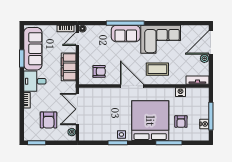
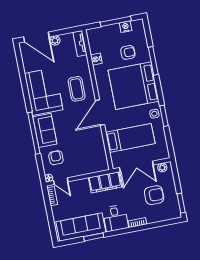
filing cabinet: (69, 67) -> (105, 182), moved
armchair: (99, 71) -> (56, 158), moved
bed: (104, 109) -> (130, 138), added

